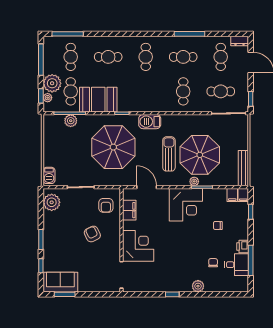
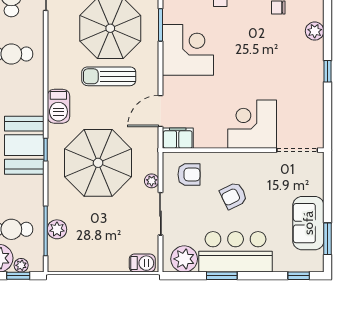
booth: (98, 100) -> (24, 145), moved
plant: (194, 181) -> (152, 181), moved
filing cabinet: (129, 210) -> (178, 138), moved
bar counter: (56, 235) -> (236, 252), added
window: (41, 239) -> (222, 276), moved
window: (41, 266) -> (299, 276), moved
sofa: (60, 282) -> (308, 223), moved

